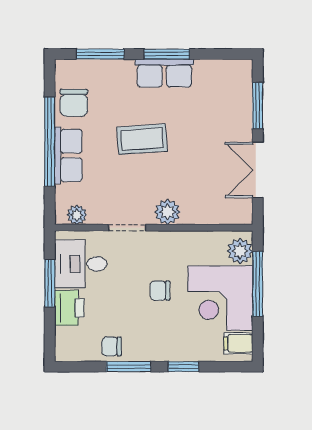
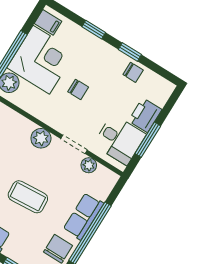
plant: (77, 215) -> (89, 165), moved
window: (129, 367) -> (130, 52), width x0.67

